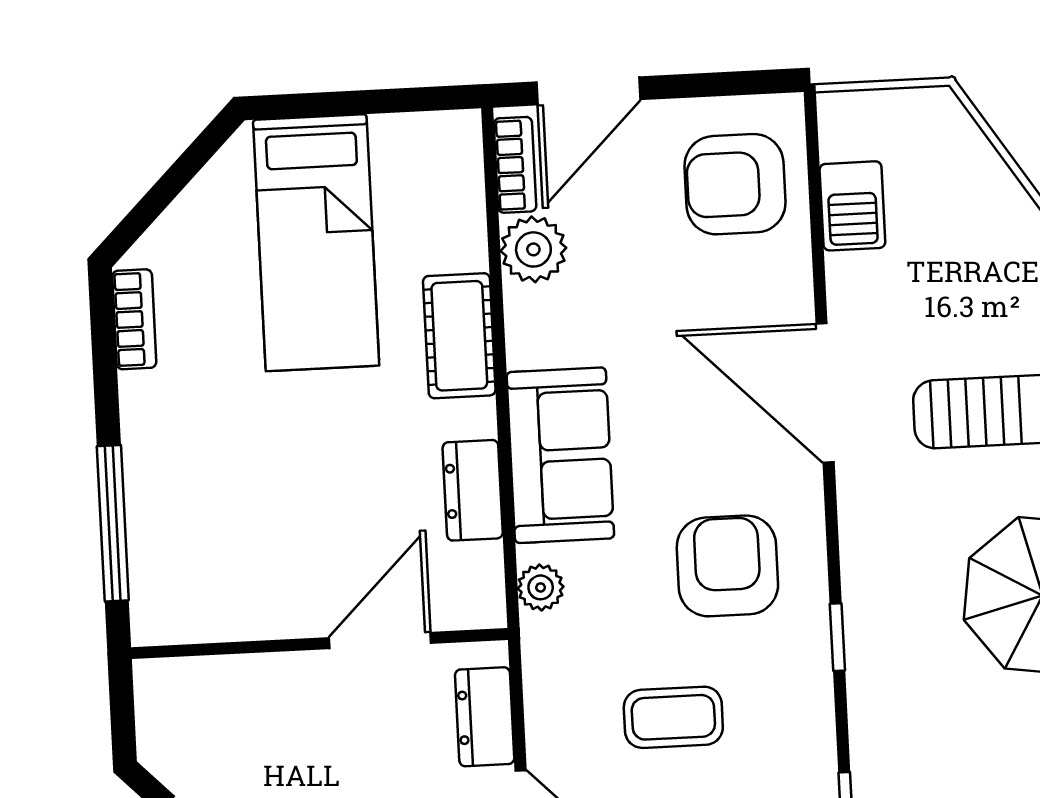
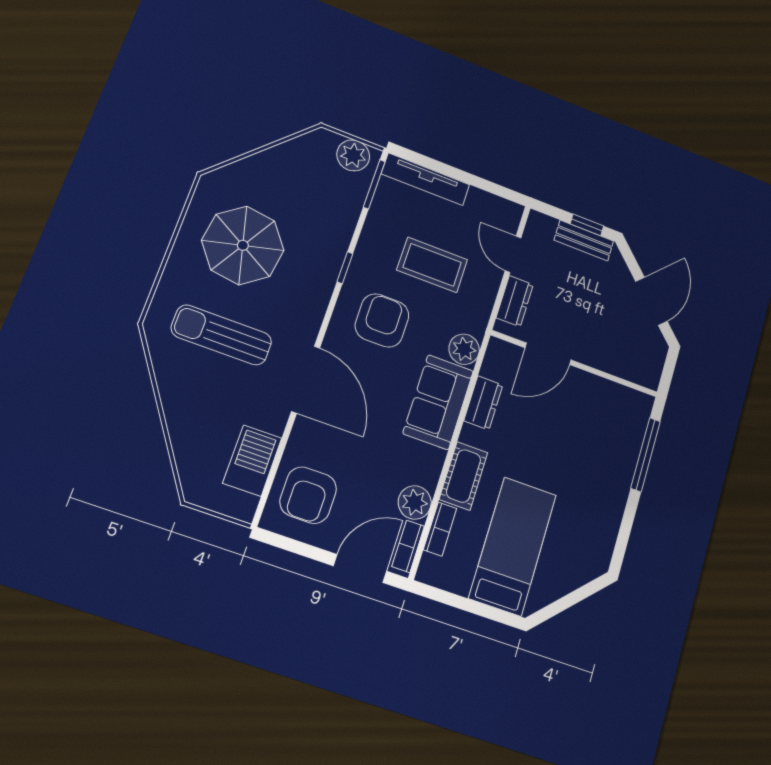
armchair: (735, 184) -> (308, 495), turned 90
barbecue: (852, 206) -> (252, 461), width x1.38, depth x1.27
bookcase: (134, 319) -> (440, 529), moved, turned 180
armchair: (727, 566) -> (382, 320), turned 180
plant: (541, 587) -> (464, 349), width x1.38, depth x1.38
coffee table: (673, 717) -> (432, 265), width x1.36, depth x1.30

